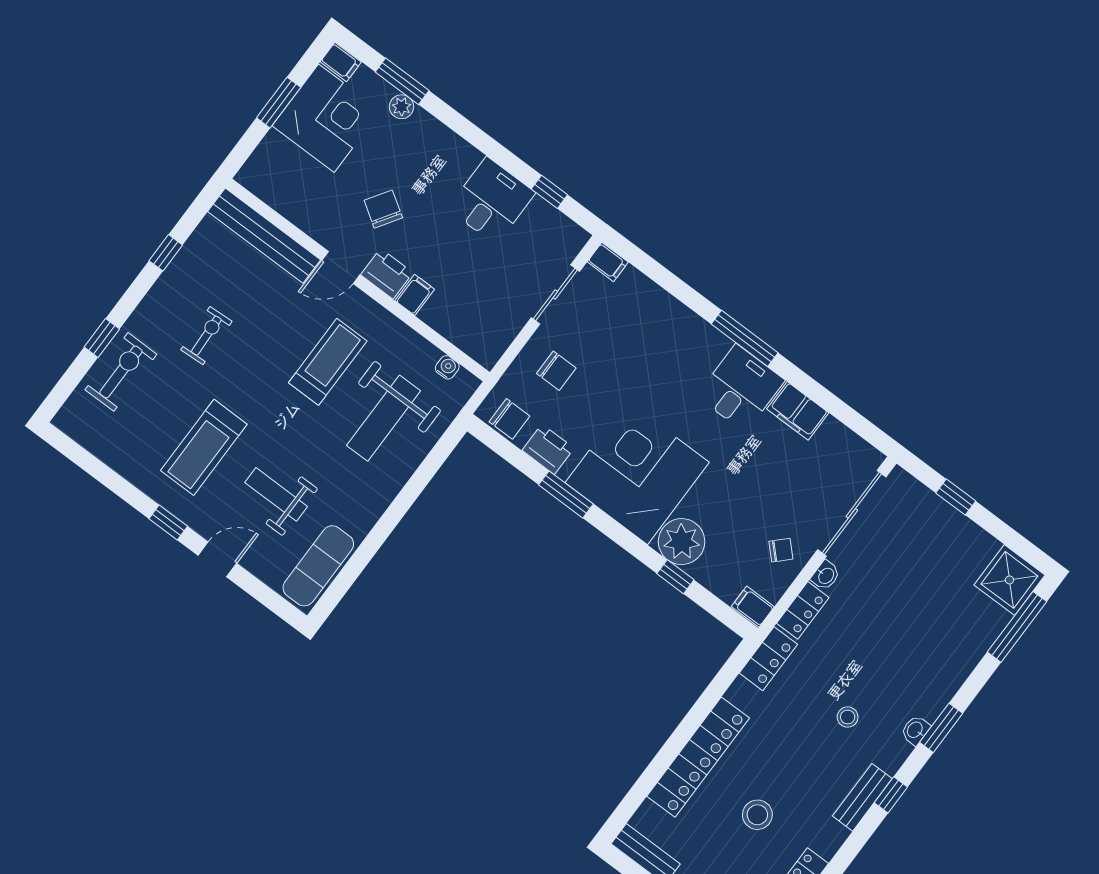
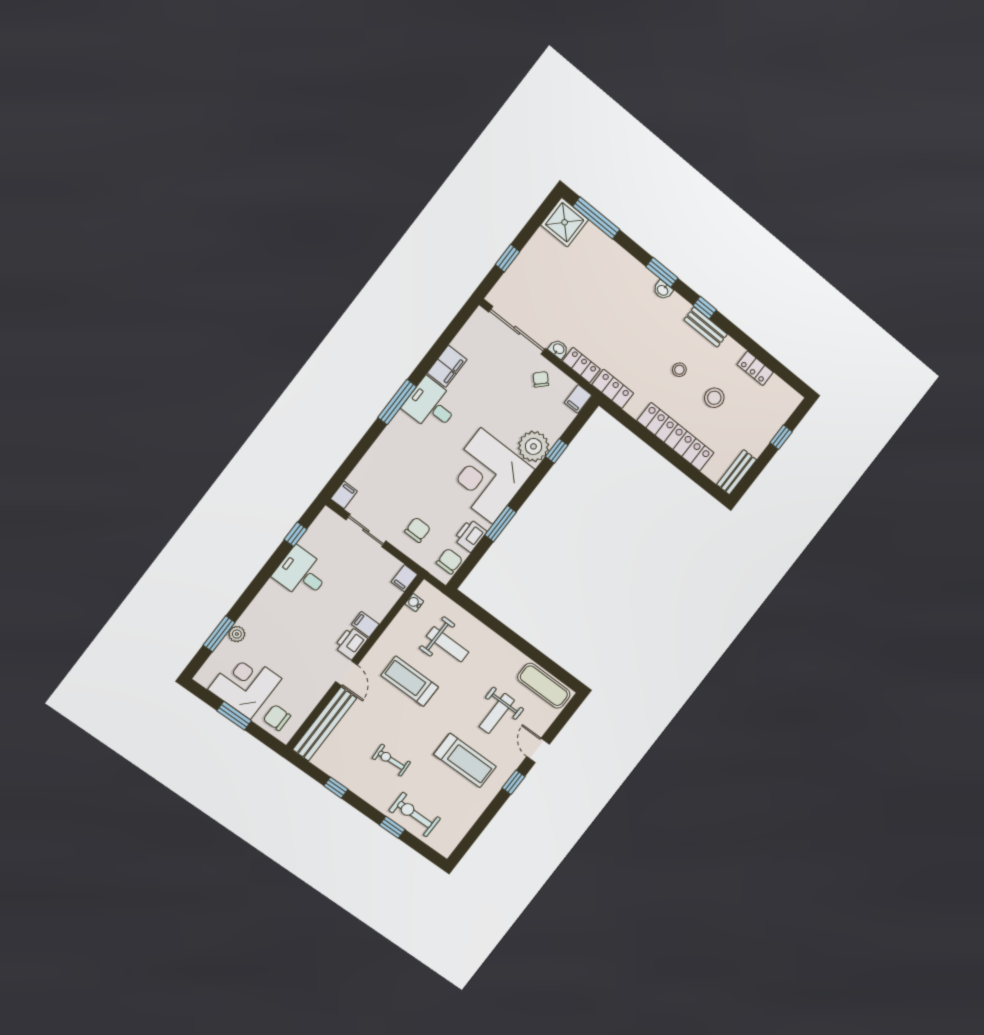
filing cabinet: (341, 62) -> (404, 578), moved, turned 180
chair: (383, 209) -> (277, 718), moved, turned 57
weight bench: (384, 418) -> (448, 644), width x0.73, depth x0.75
stool: (848, 717) -> (679, 370), moved

